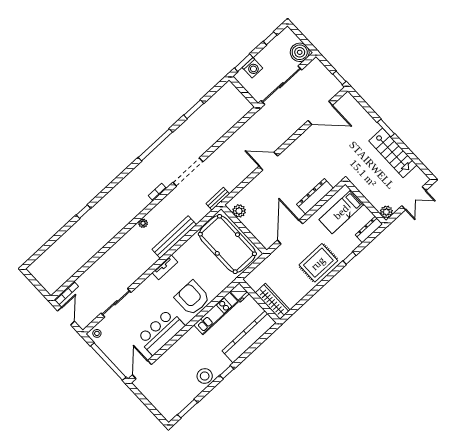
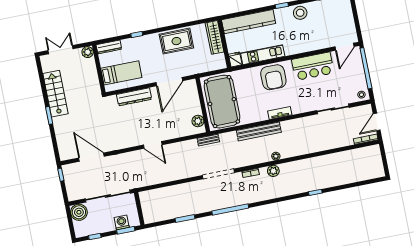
plant: (137, 208) -> (273, 171), added
rug: (318, 263) -> (176, 41), moved

